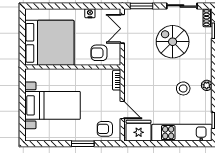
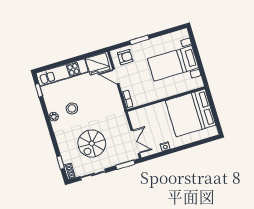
spiral stairs: (173, 42) -> (92, 144), turned 90
armchair: (99, 53) -> (148, 117), removed

